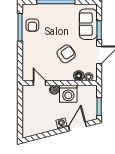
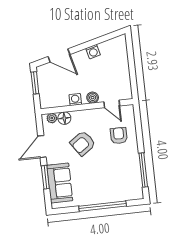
armchair: (32, 25) -> (119, 136), moved
washing machine: (68, 94) -> (75, 100), width x0.53, depth x0.53
washing machine: (61, 124) -> (93, 52), moved
door: (77, 126) -> (59, 56), hinge flipped

